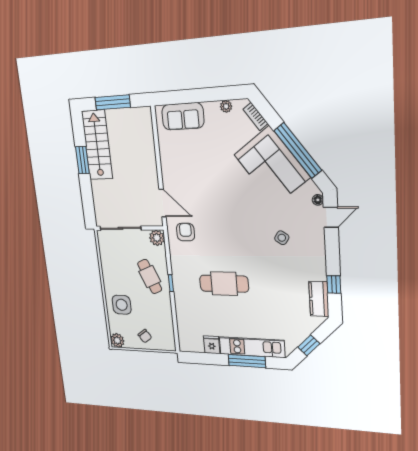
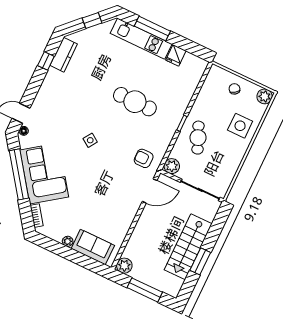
plant: (226, 106) -> (68, 241), moved
plant: (144, 115) -> (124, 266), added
stairs: (97, 145) -> (188, 247), moved
door: (163, 203) -> (150, 191), swing flipped
armchair: (186, 232) -> (144, 158), turned 90
side table: (282, 238) -> (90, 140), moved

